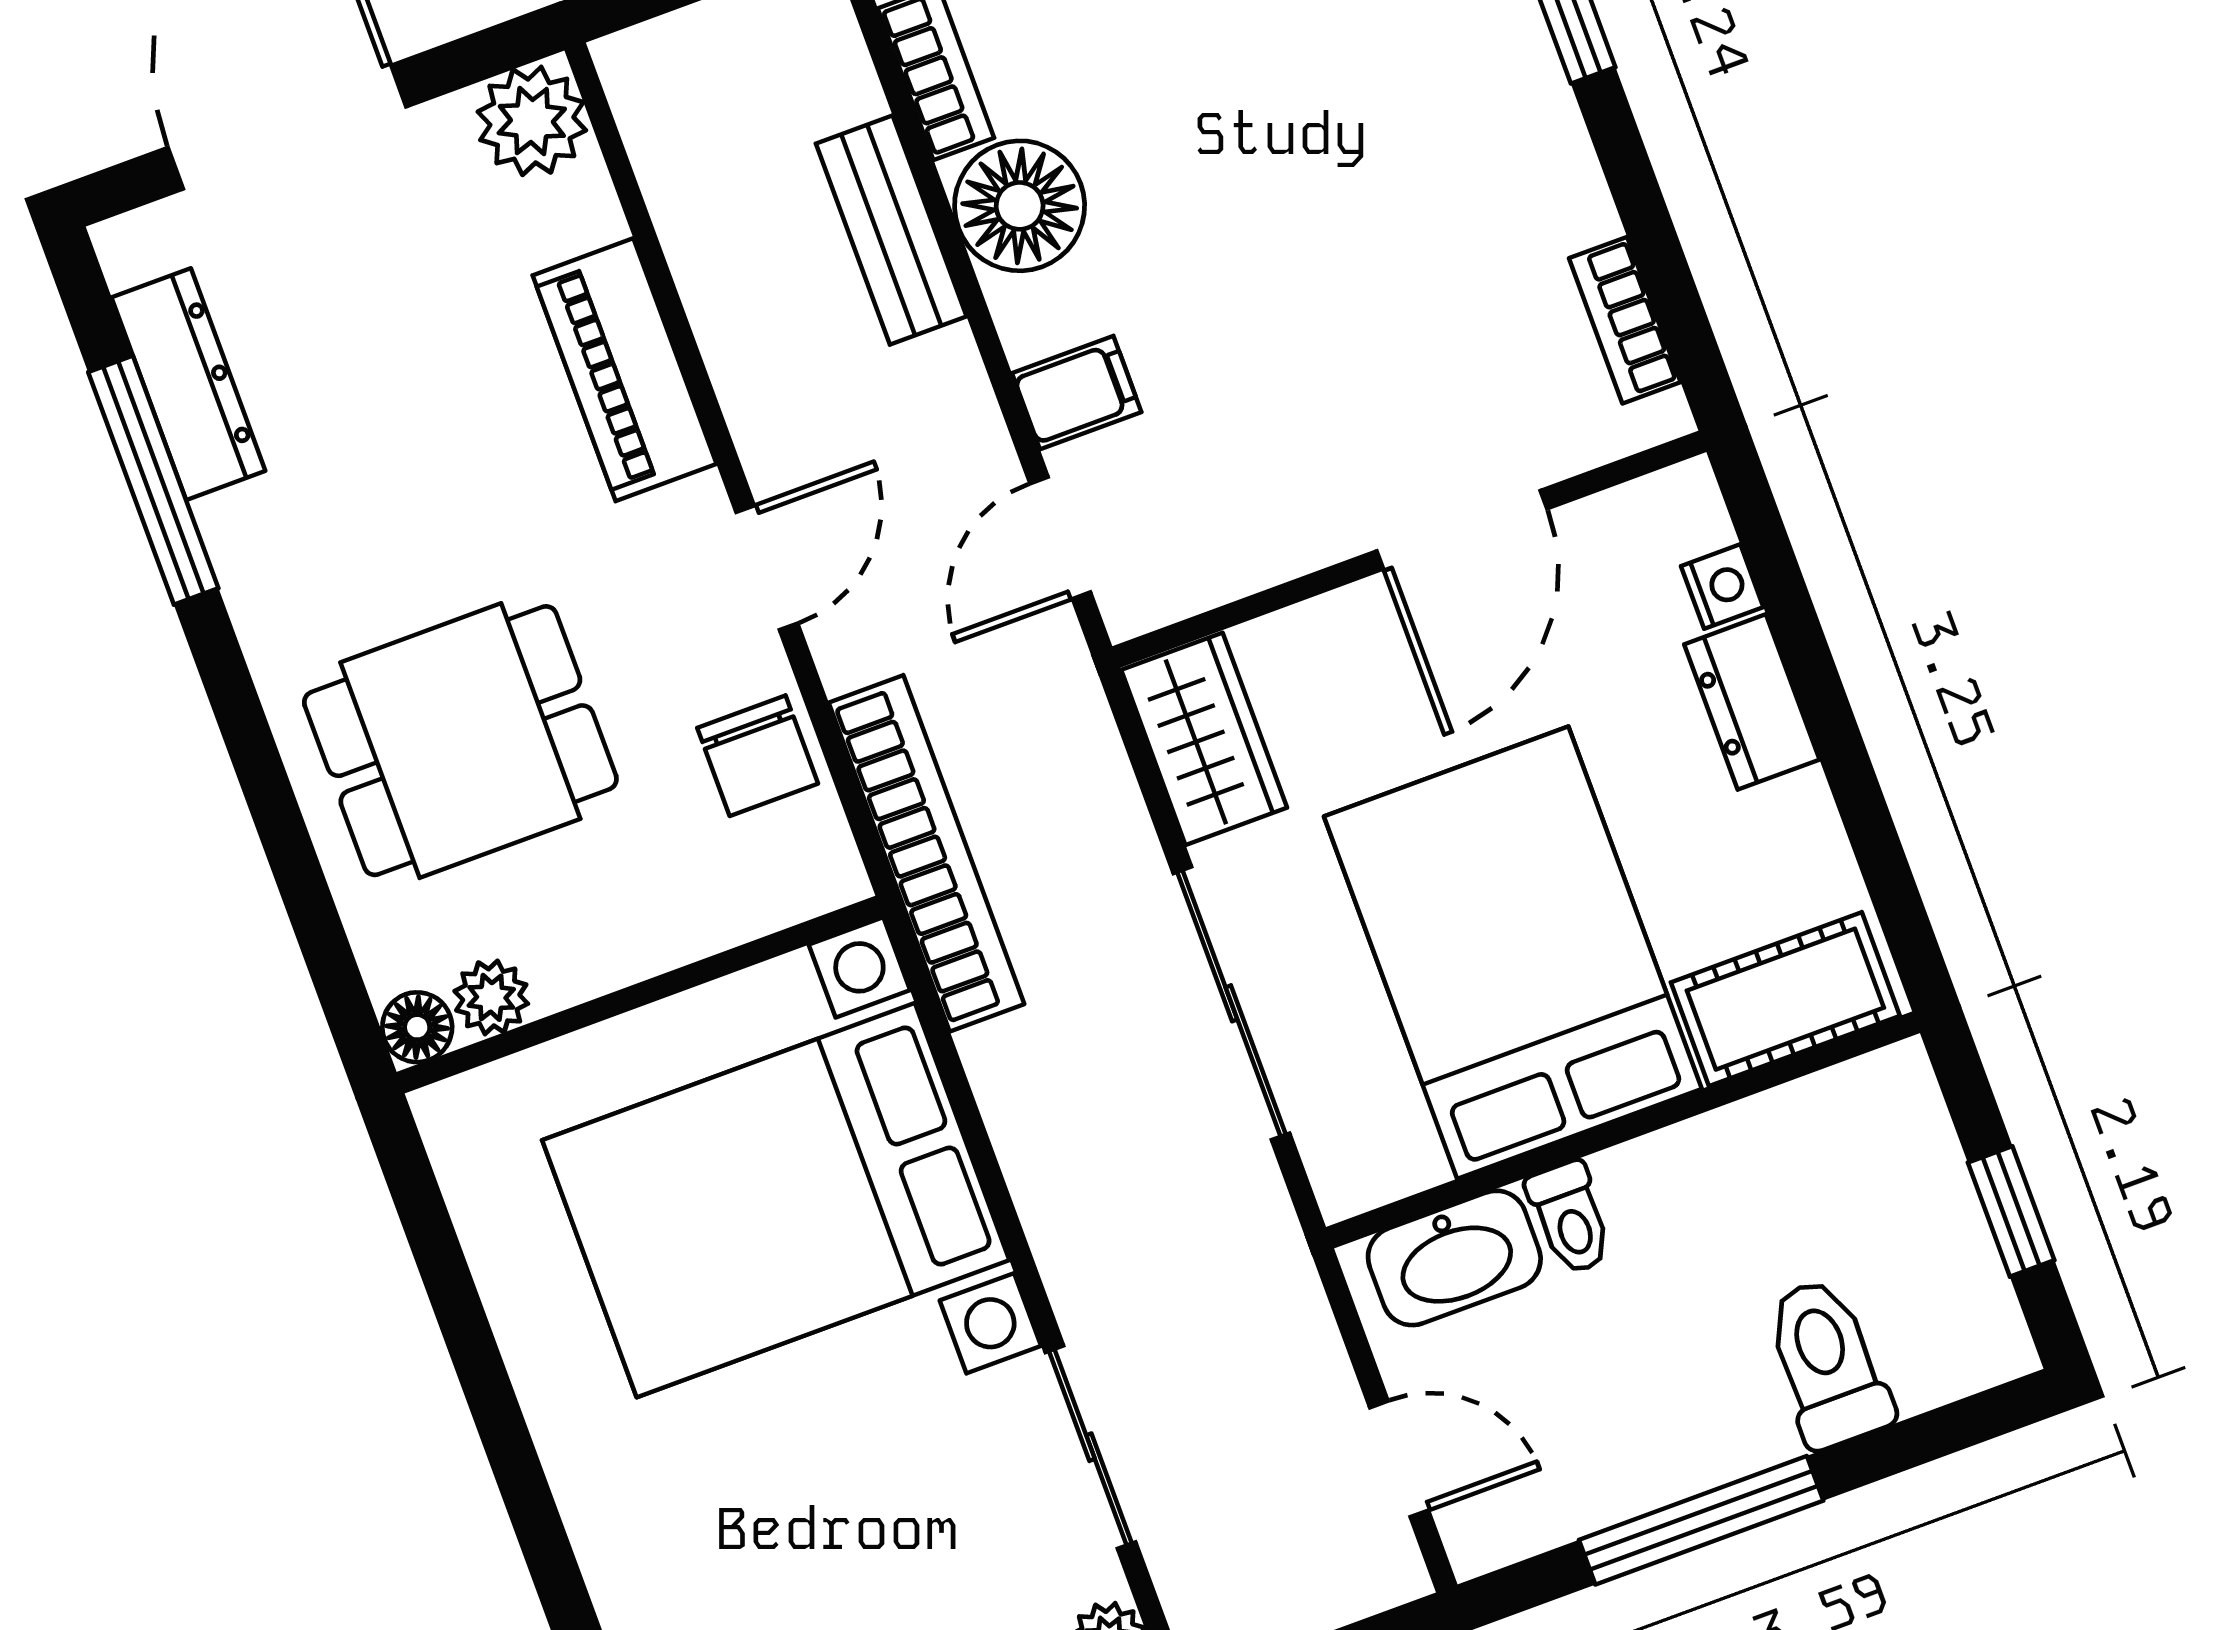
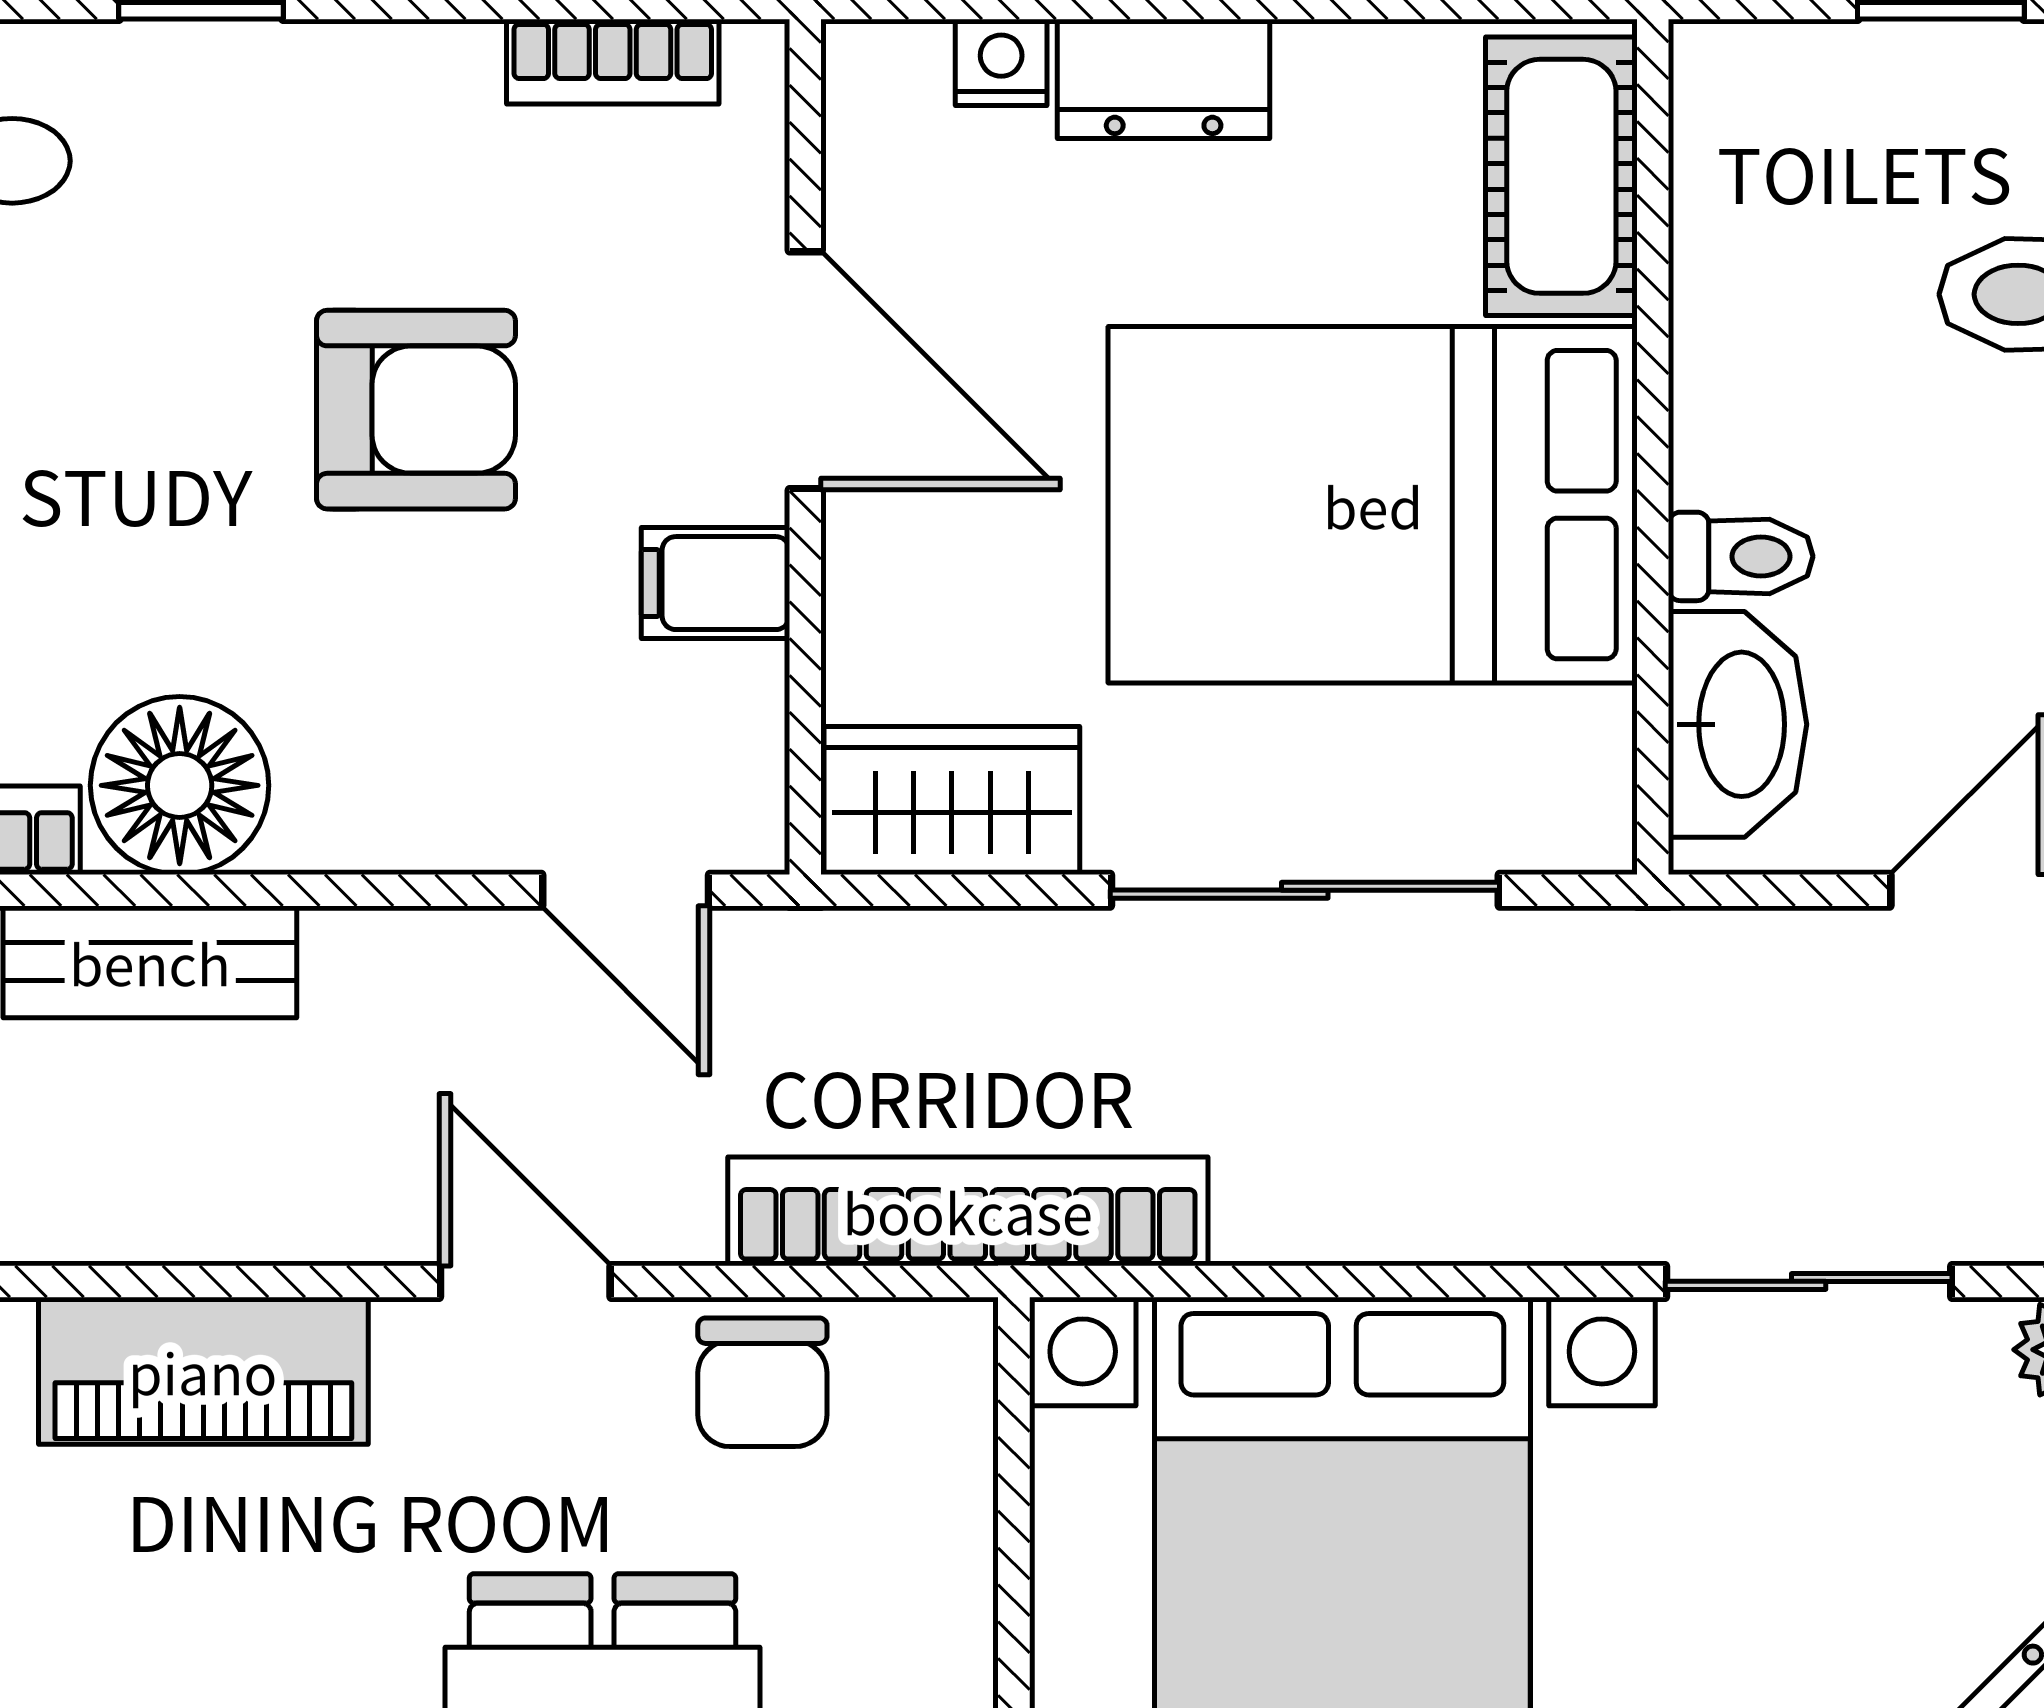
armchair: (1337, 273) -> (416, 410), added
filing cabinet: (1077, 393) -> (715, 583), moved, turned -90
chair: (758, 756) -> (762, 1382), turned 90

